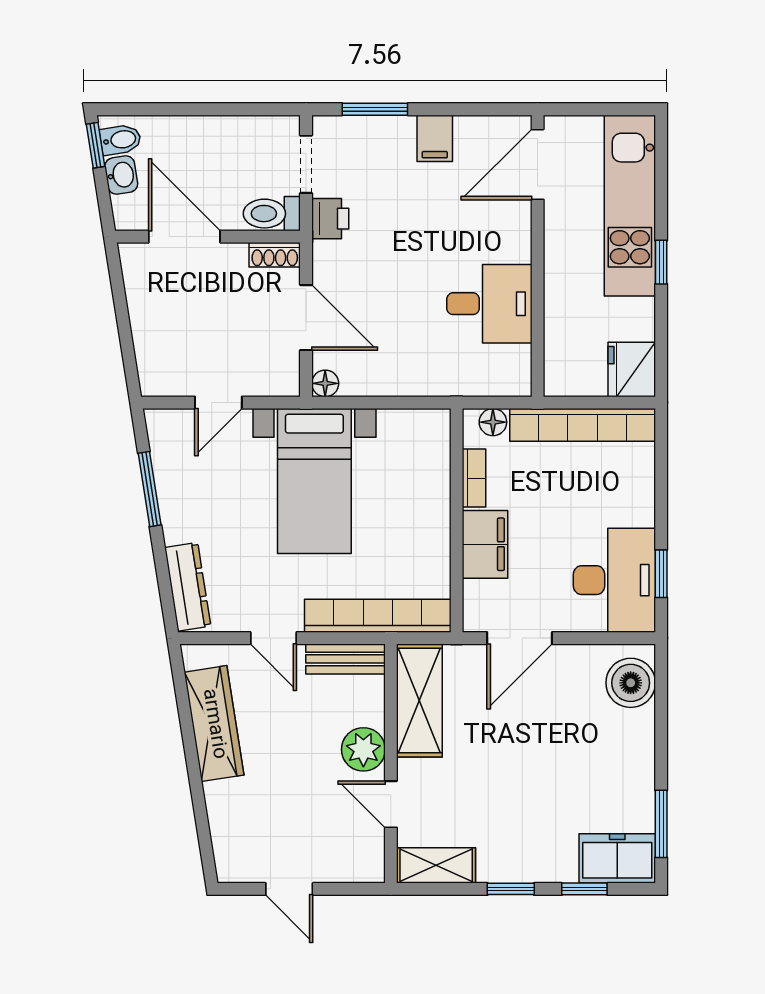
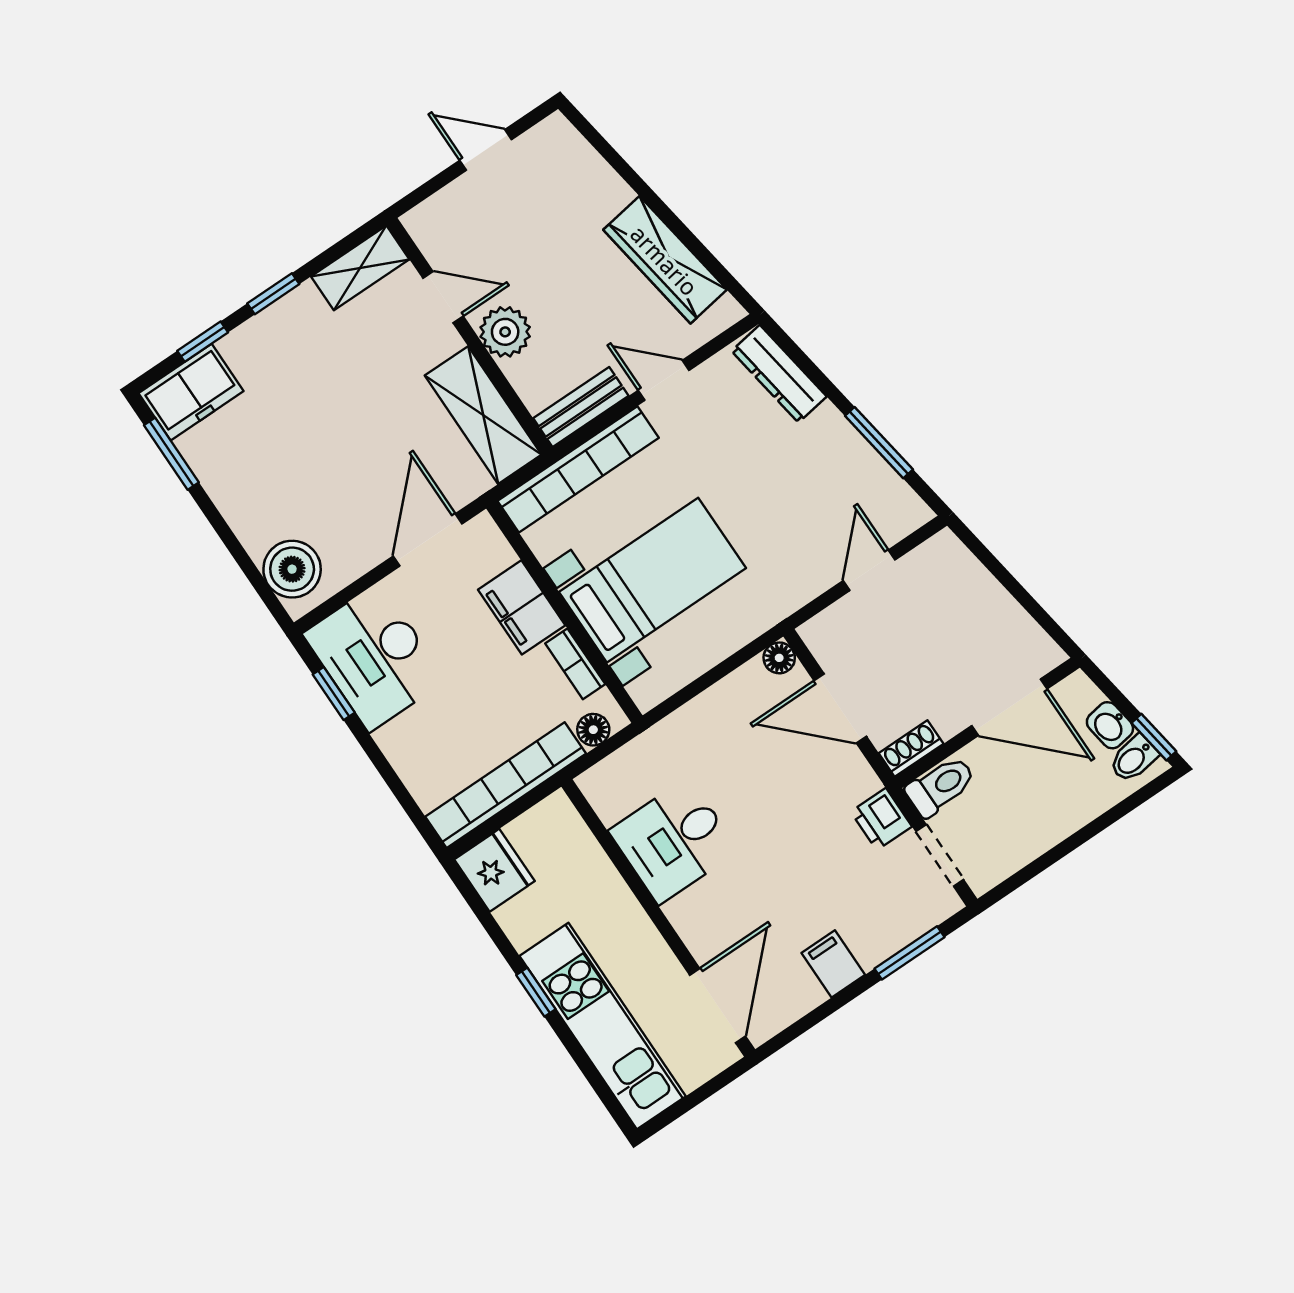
bed with nightstands: (314, 481) -> (653, 580), moved, turned 90

